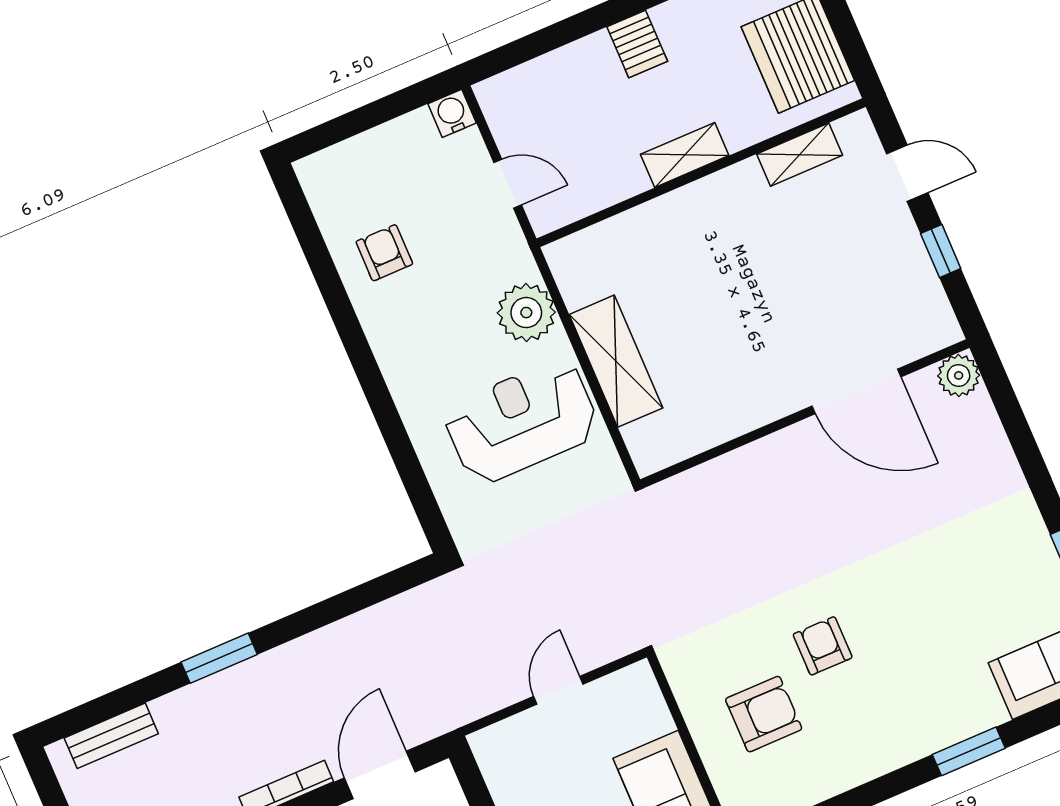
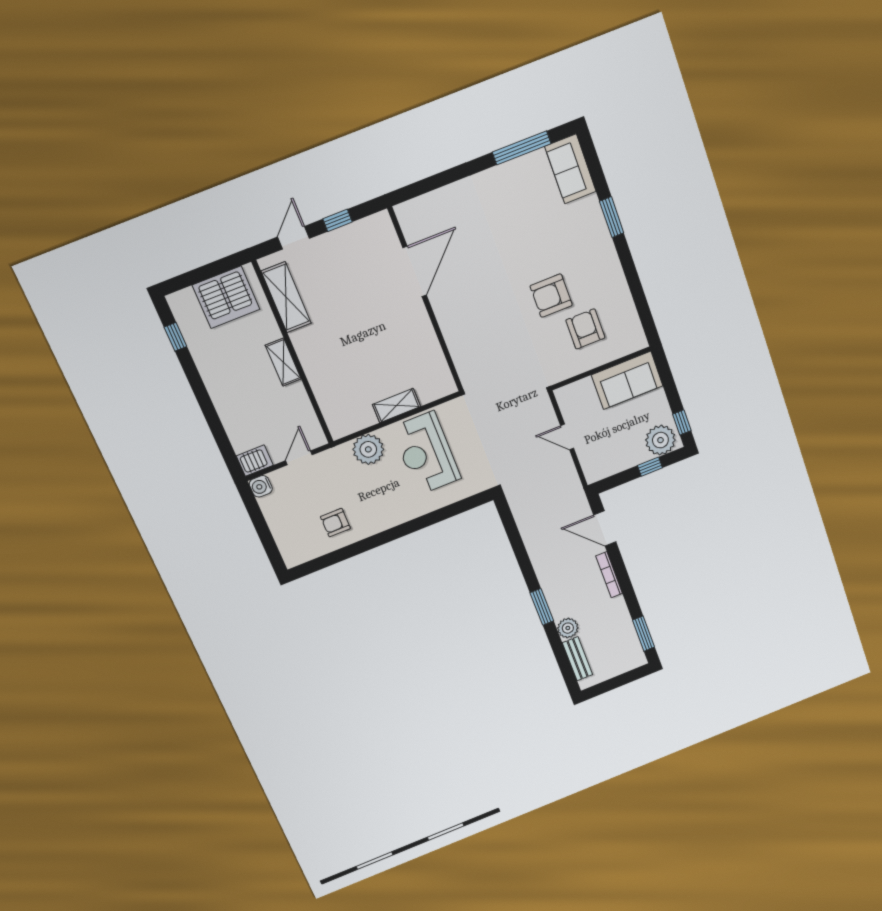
server rack: (637, 44) -> (255, 461), moved
shelving: (800, 155) -> (286, 297), width x1.50, depth x1.33
shelving: (616, 361) -> (397, 406), width x0.67, depth x0.75
plant: (959, 375) -> (568, 628), moved
armchair: (823, 646) -> (551, 296), width x1.38, depth x1.38

